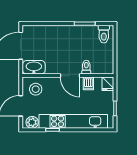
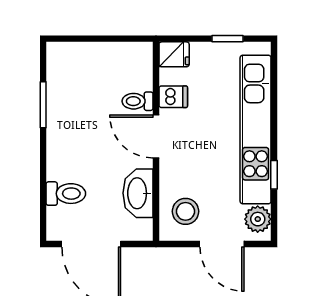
toilet: (104, 34) -> (66, 194), moved
washbasin: (34, 67) -> (138, 193), moved
door: (70, 76) -> (156, 137), swing flipped

